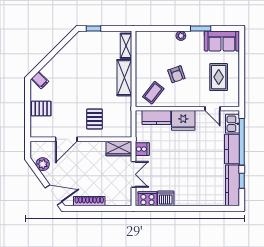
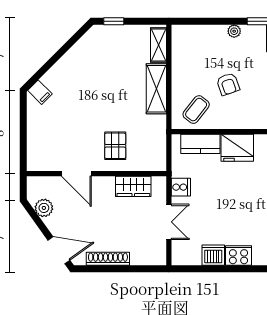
pallet: (41, 109) -> (42, 131), removed
door: (66, 139) -> (76, 174), hinge flipped
wardrobe: (119, 149) -> (133, 186), moved
cooker: (147, 199) -> (238, 255), moved

